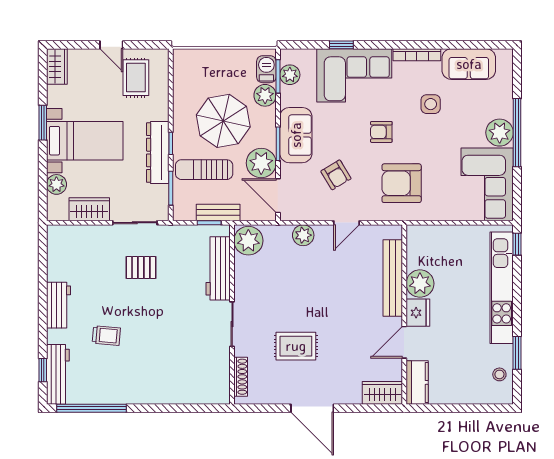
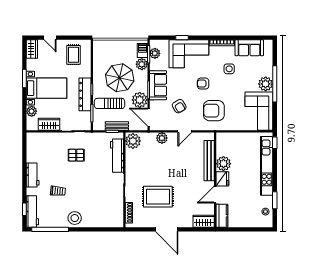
door: (111, 45) -> (50, 38), moved
rug: (296, 346) -> (158, 197), width x1.36, depth x1.43
stool: (138, 387) -> (75, 218), added

